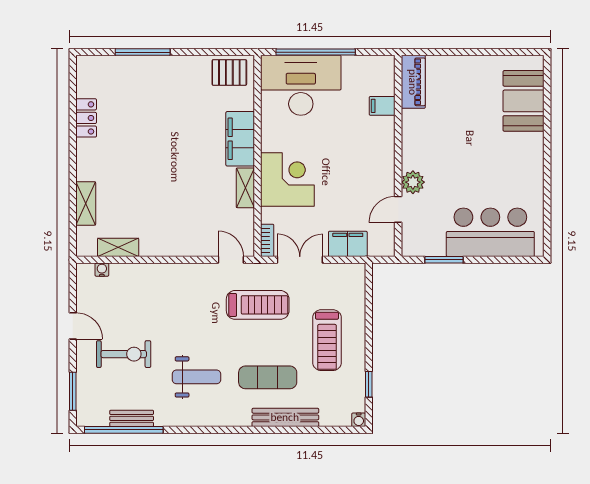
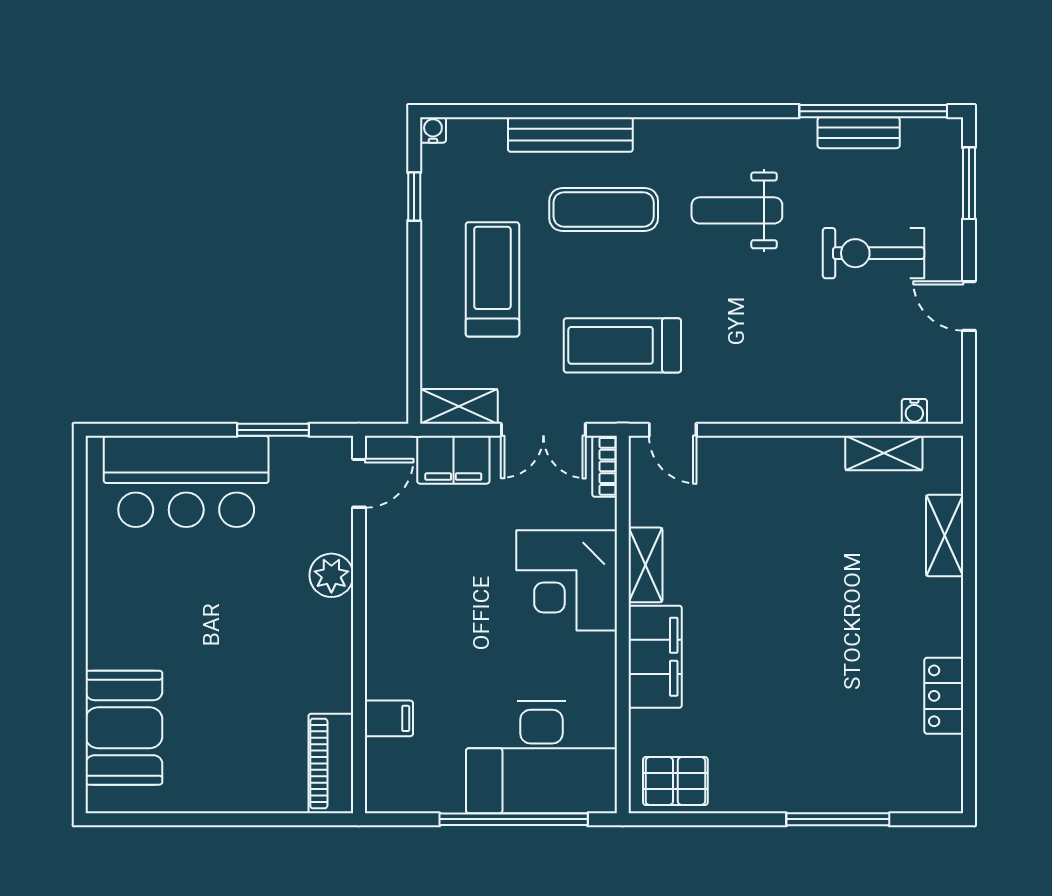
door: (398, 209) -> (359, 483), moved
shelving: (345, 272) -> (459, 406), added

